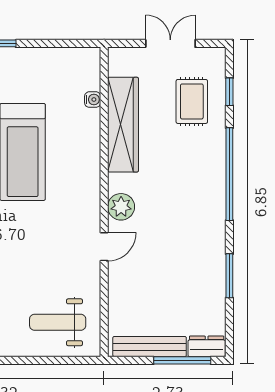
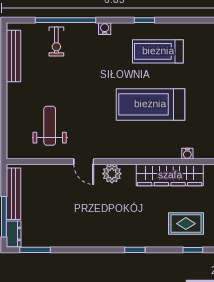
window: (229, 174) -> (135, 250), width x0.32
window: (229, 276) -> (35, 250), moved
weight bench: (58, 322) -> (50, 126), moved

